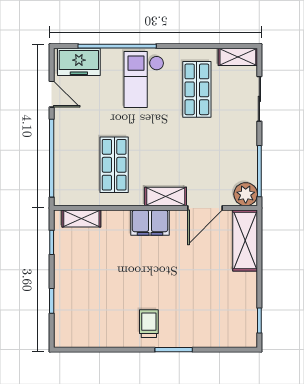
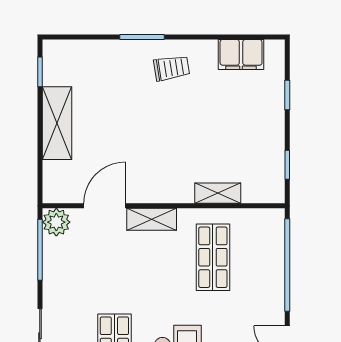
shelving: (81, 219) -> (218, 193), moved
filing cabinet: (150, 223) -> (241, 54), moved, turned 180
shelving: (245, 241) -> (57, 123), moved
trolley: (149, 324) -> (172, 68), turned -99

